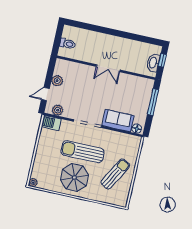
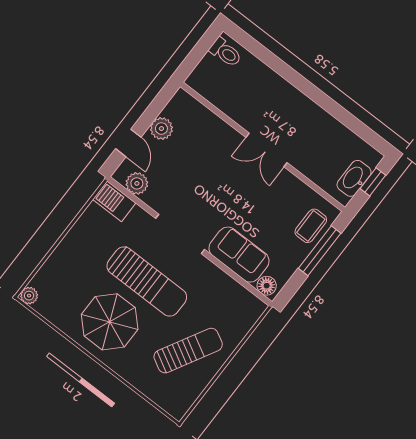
toilet: (67, 44) -> (226, 52), moved
coffee table: (144, 93) -> (311, 226), added
door: (45, 94) -> (128, 143), swing flipped
sun lounger: (82, 152) -> (147, 281), turned 180

